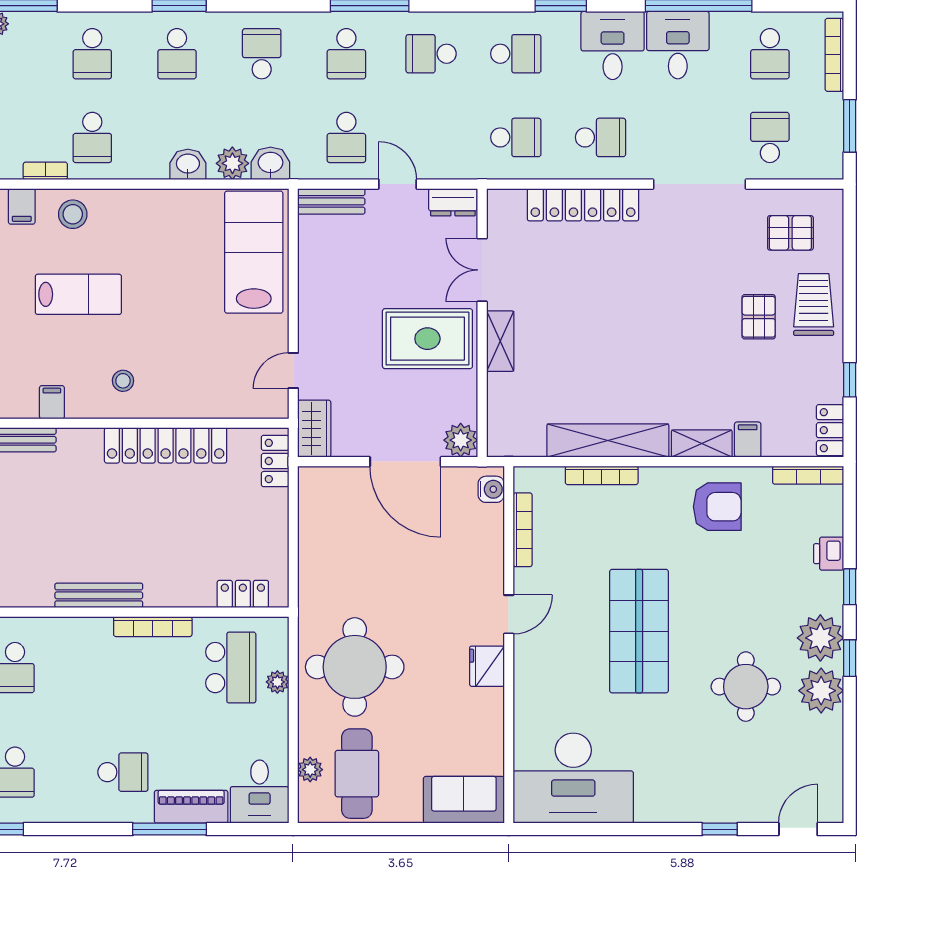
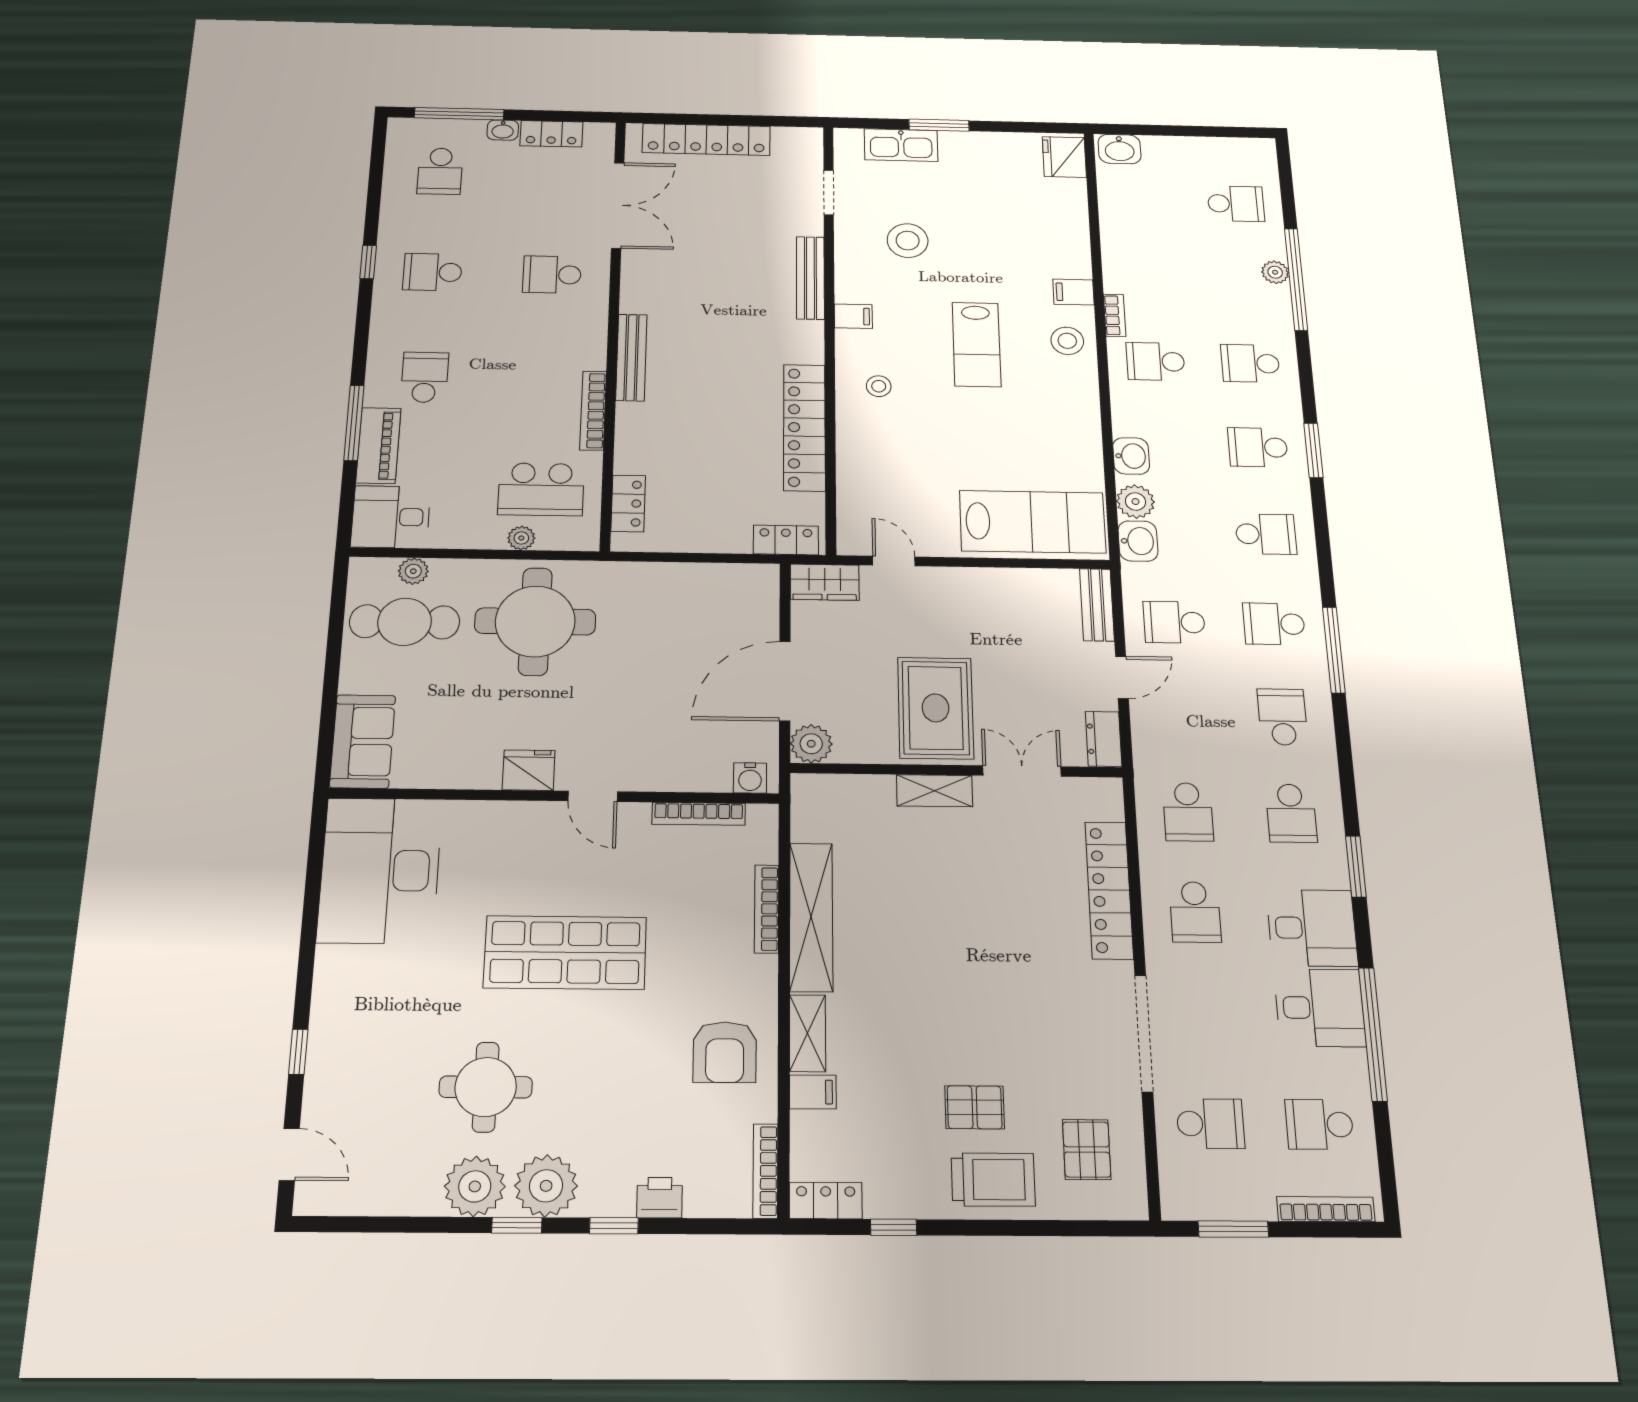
school desk: (123, 772) -> (425, 377), turned 180

